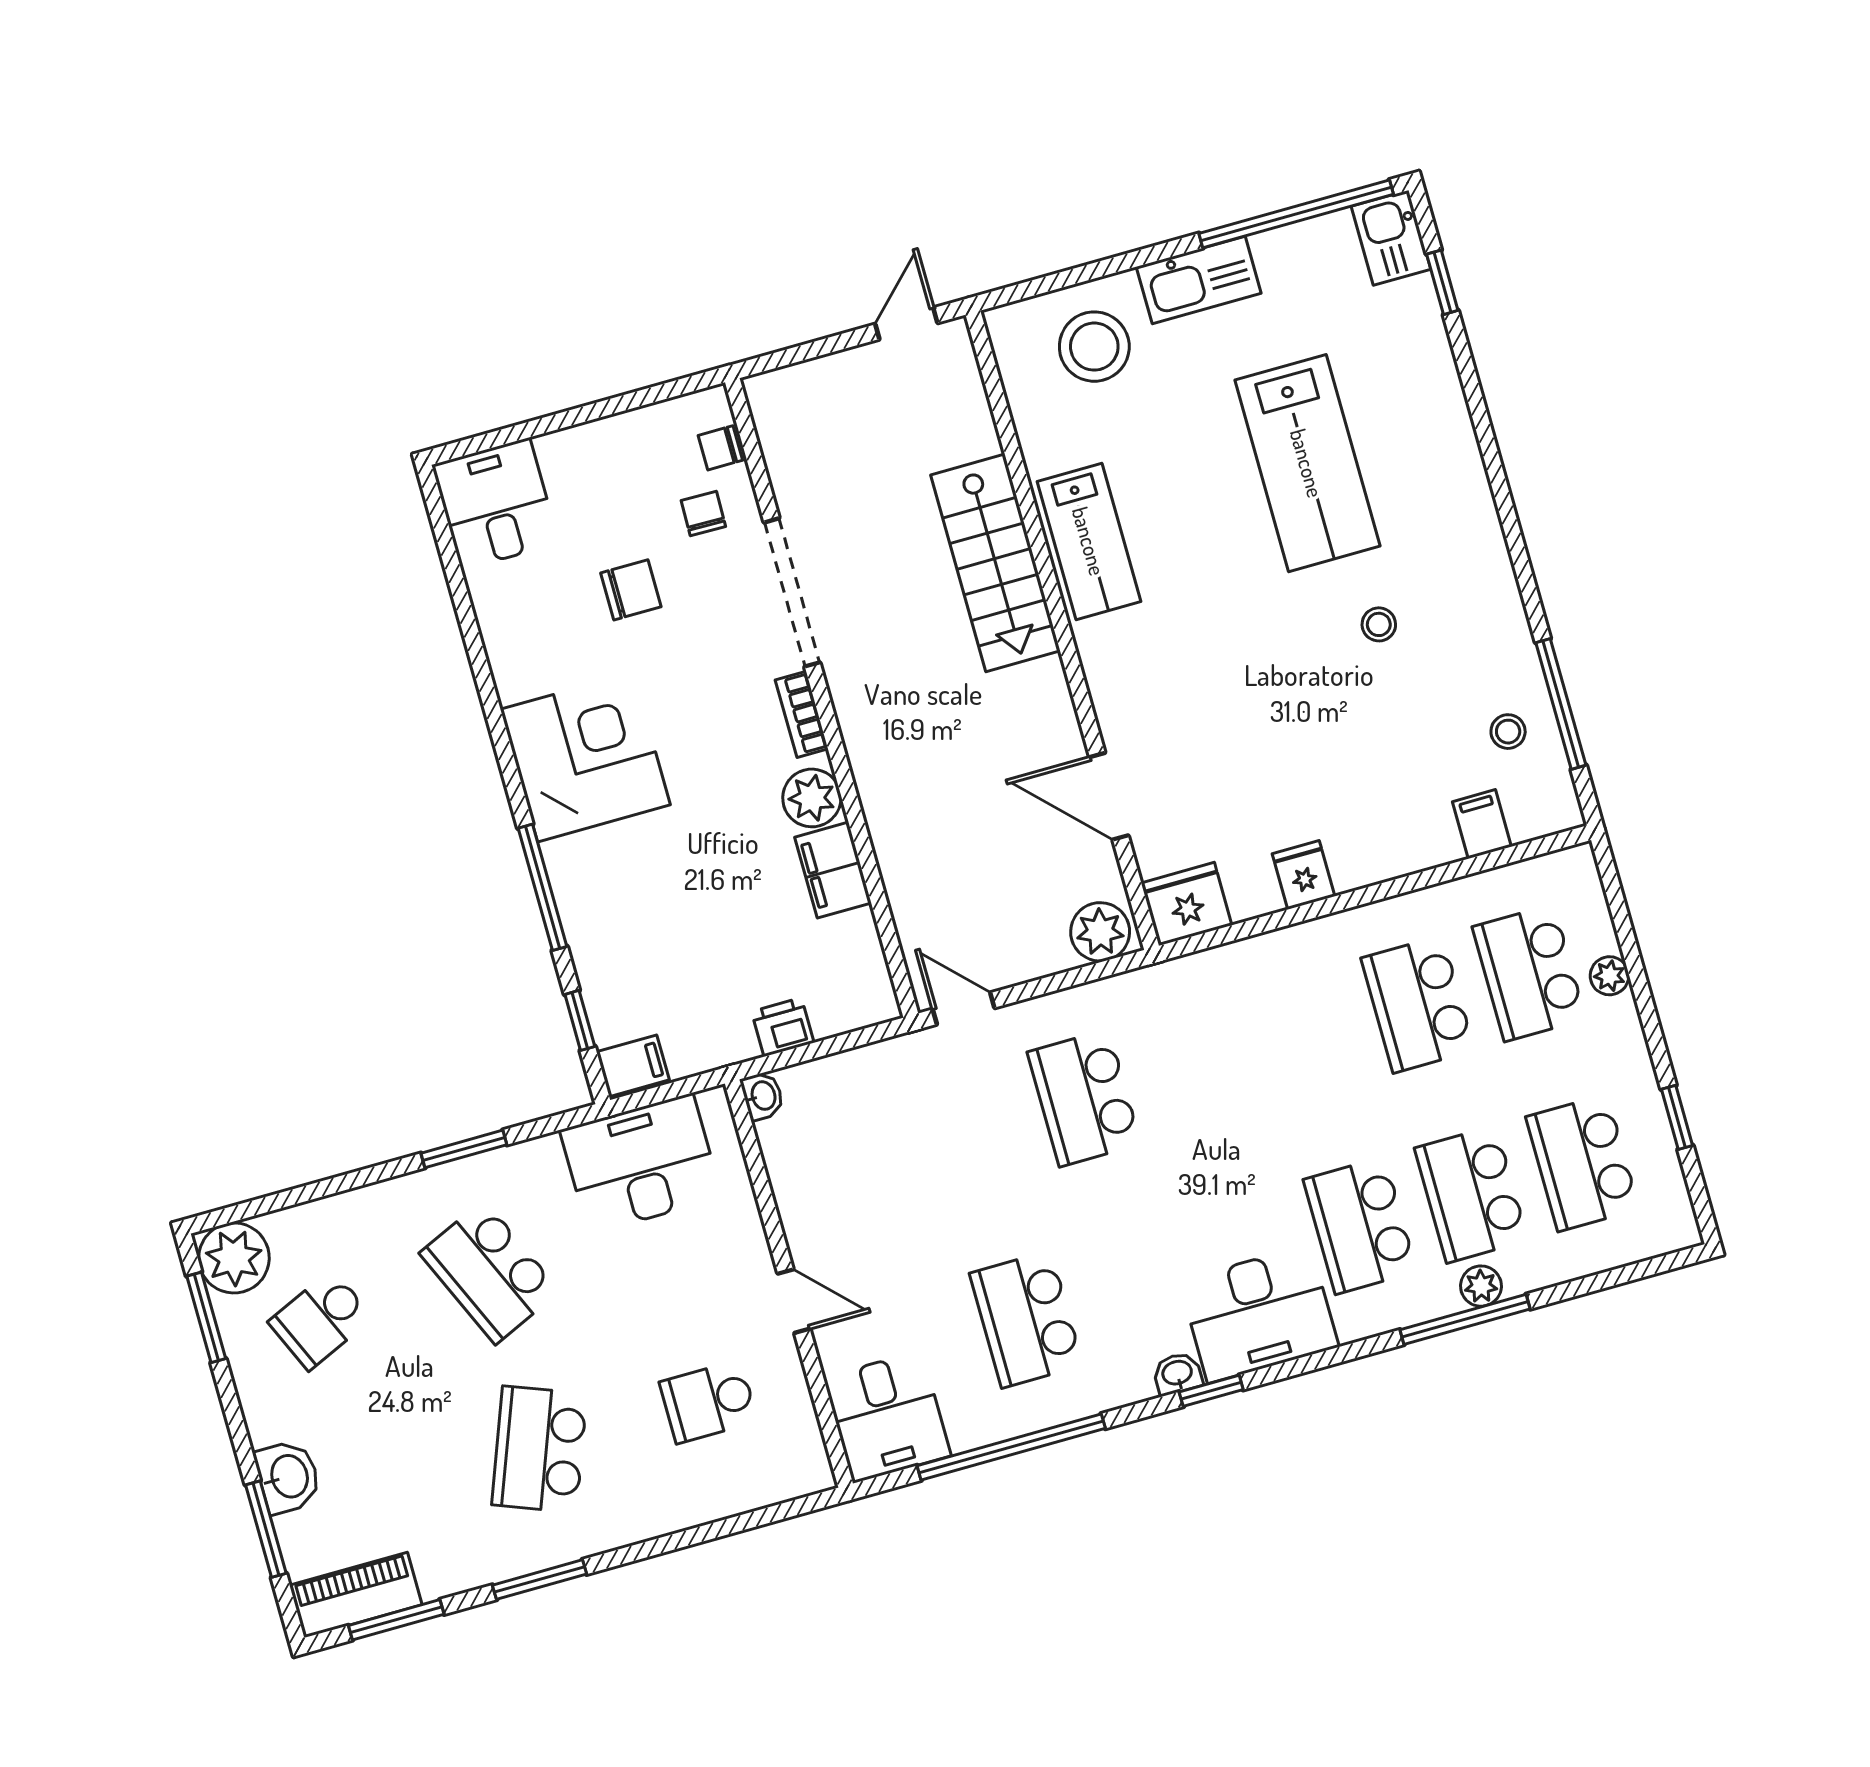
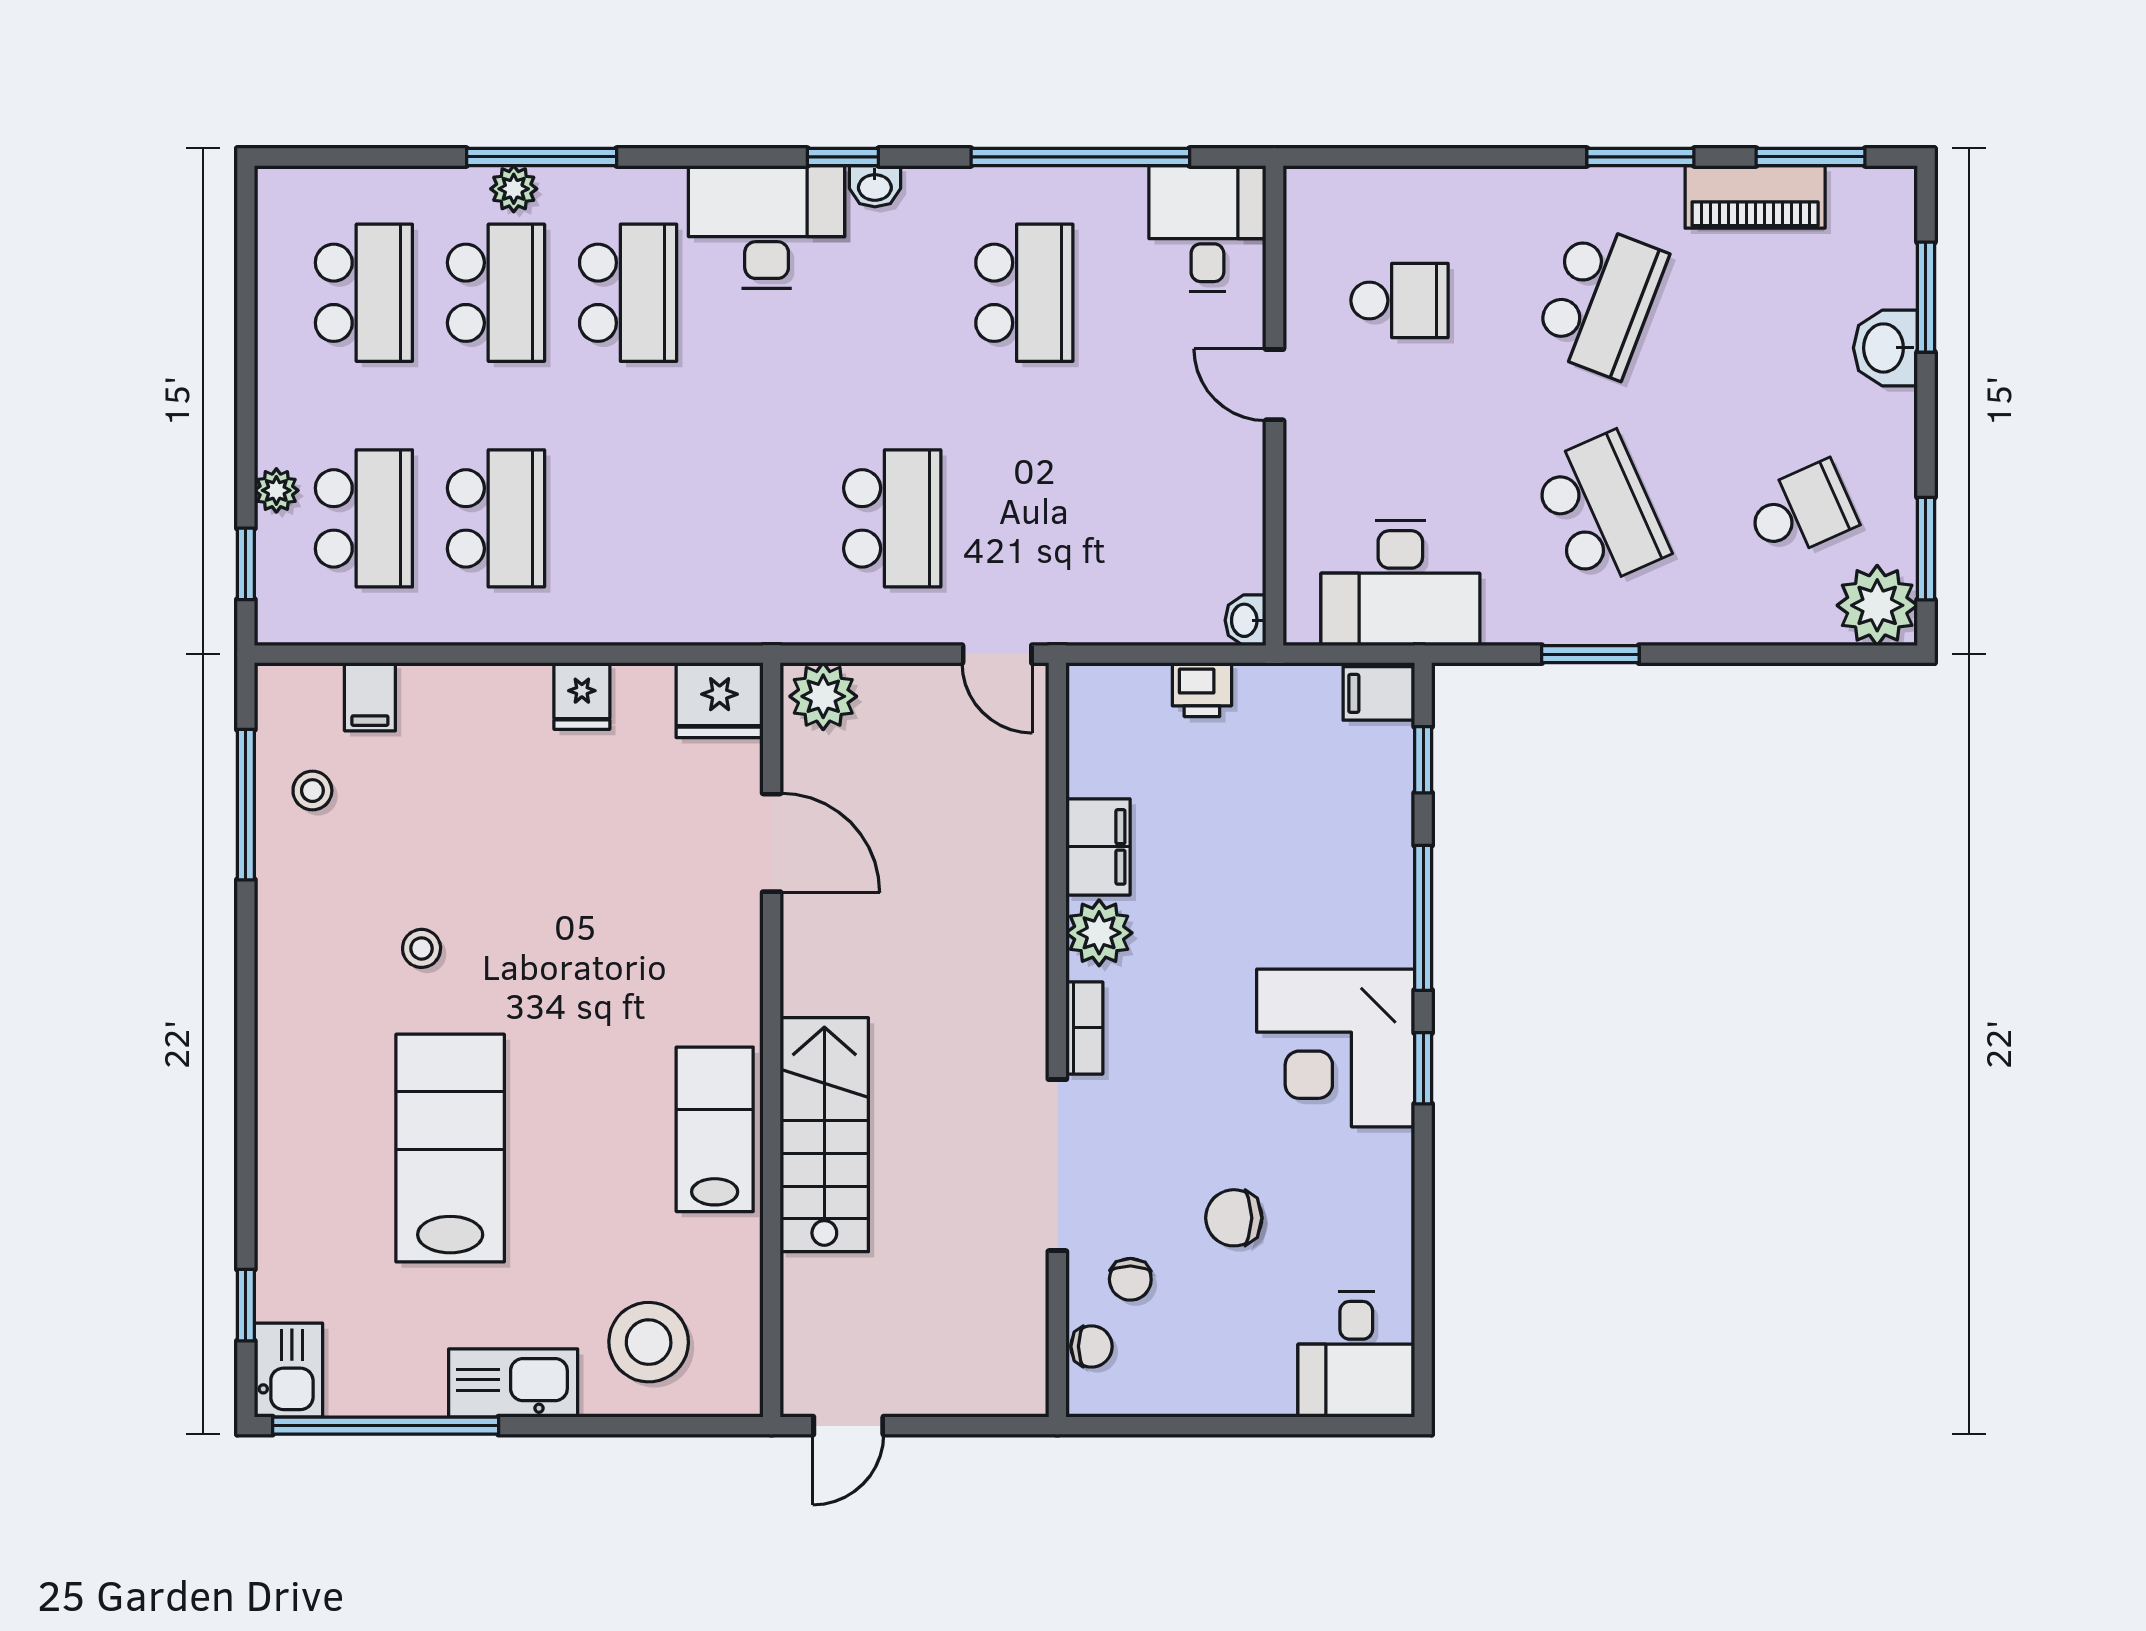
window: (507, 760) -> (1423, 1068), added
window: (1677, 1117) -> (246, 564), moved
piano: (356, 1595) -> (1755, 197), moved

